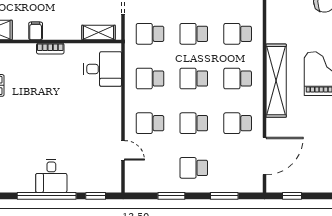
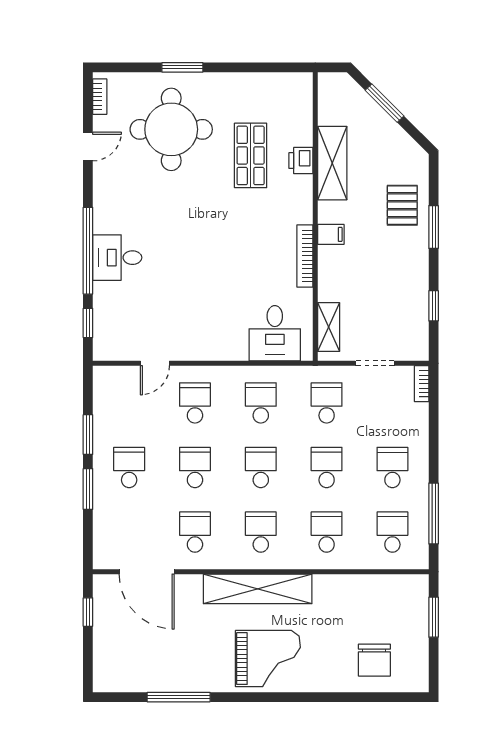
bookcase: (50, 49) -> (305, 256), width x1.56
window: (224, 196) -> (88, 489), moved

